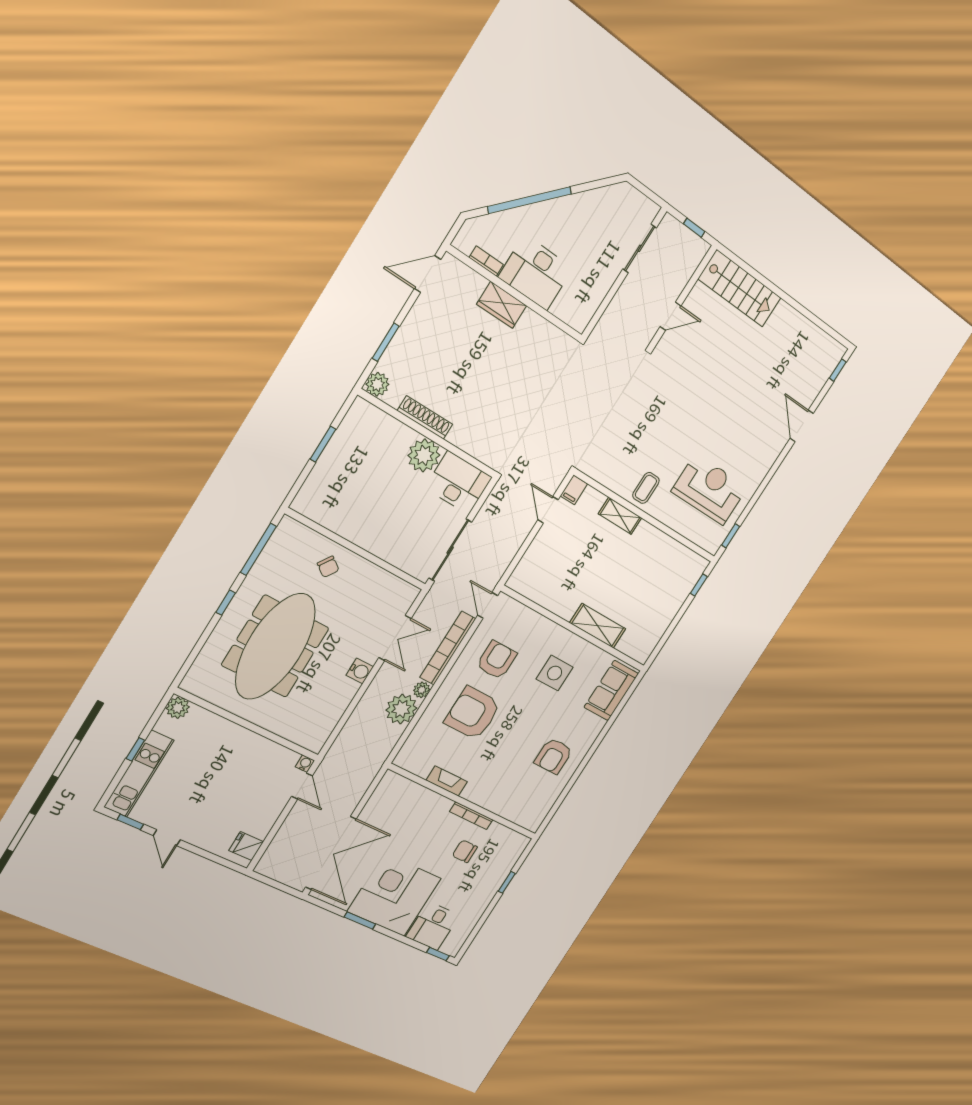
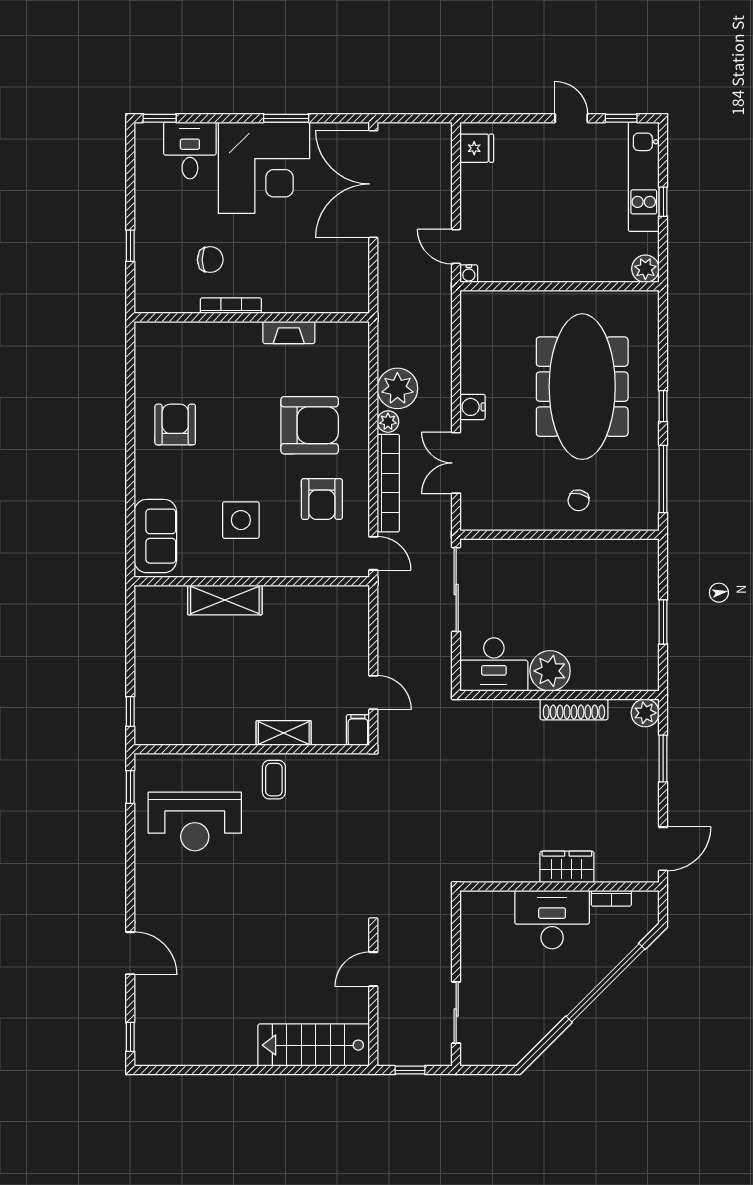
chair: (328, 567) -> (579, 500), turned -111

